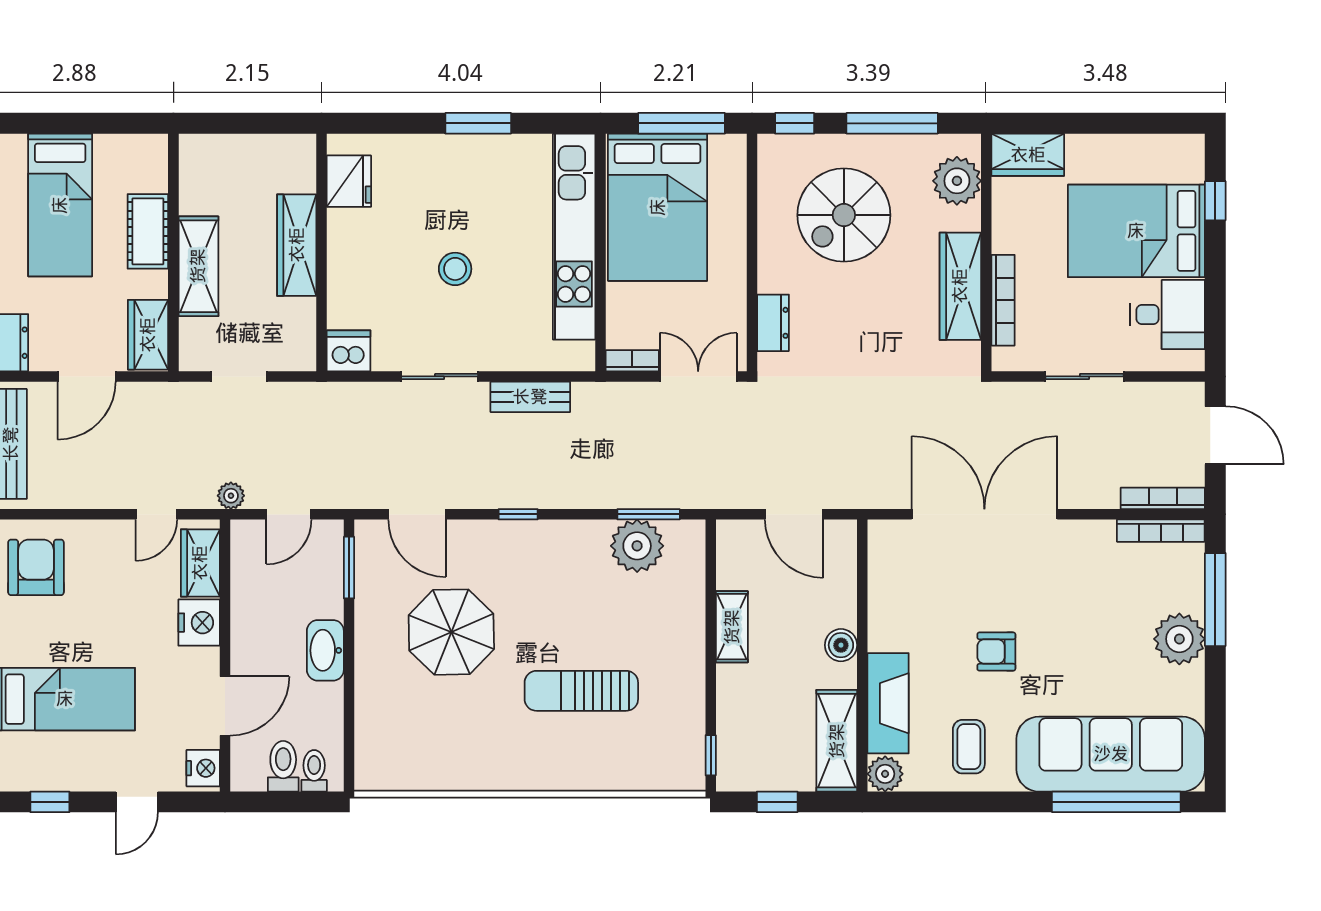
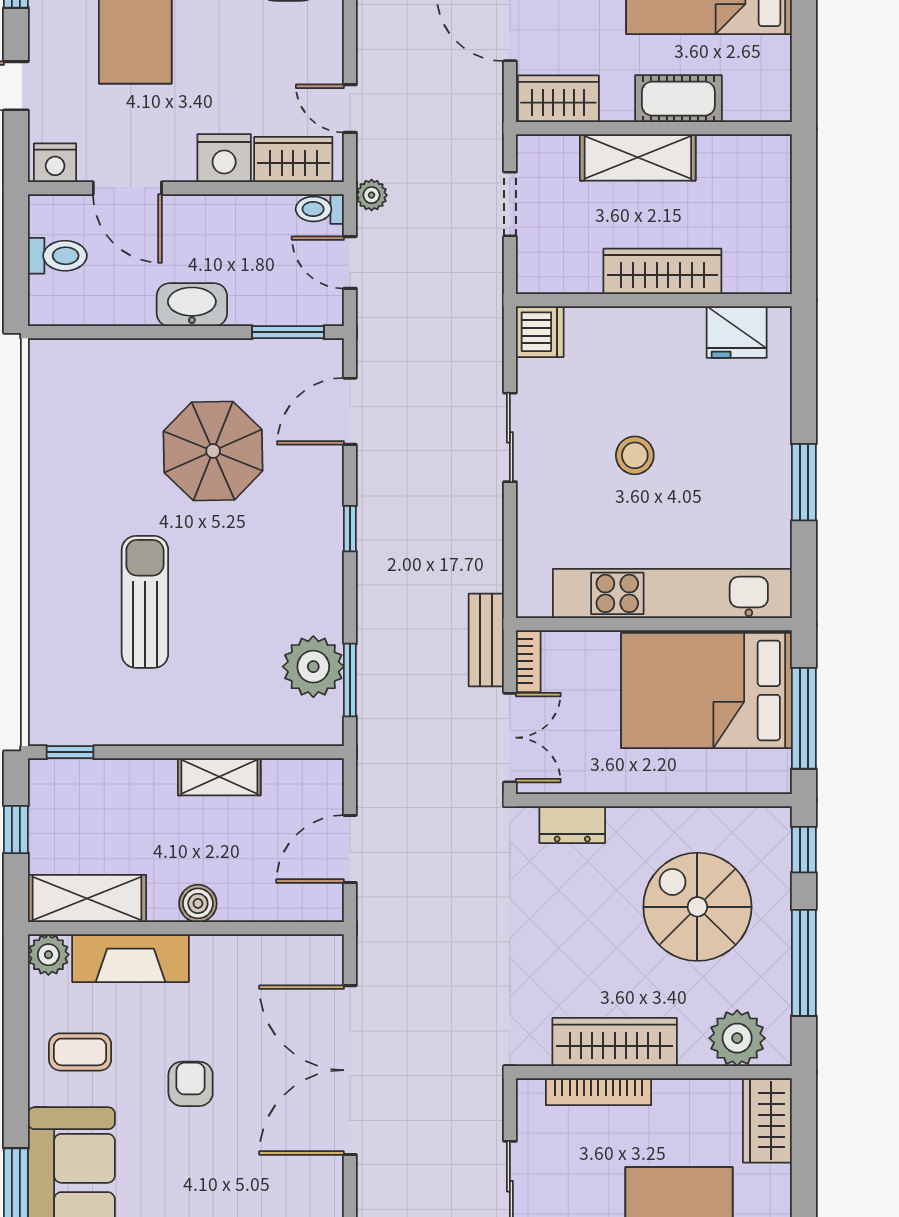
bench: (530, 397) -> (486, 640), moved
double door: (984, 514) -> (350, 1070), swing flipped
toilet: (314, 771) -> (320, 209), moved, turned 180

